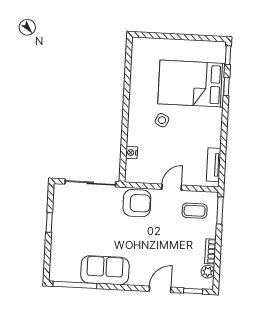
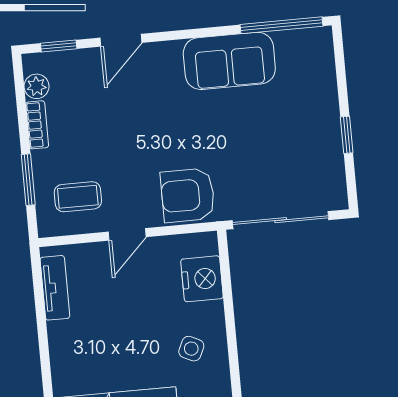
side table: (162, 120) -> (191, 349), moved
nightstand: (132, 153) -> (202, 279), width x1.89, depth x1.79
window: (220, 210) -> (28, 180), moved

